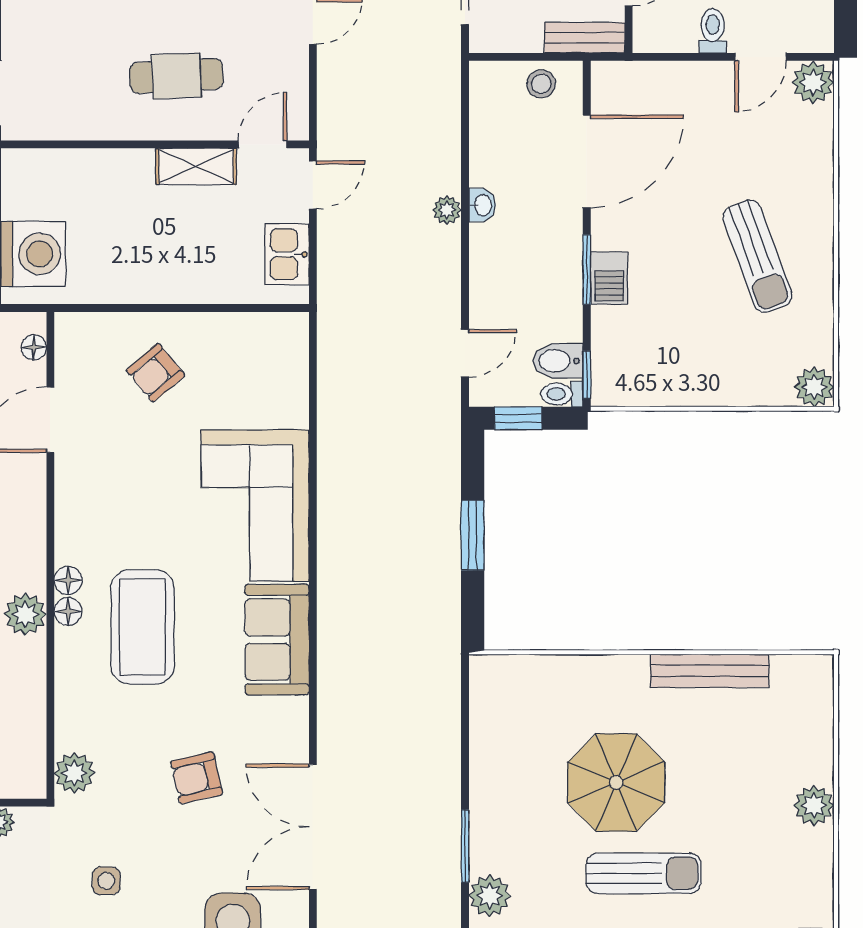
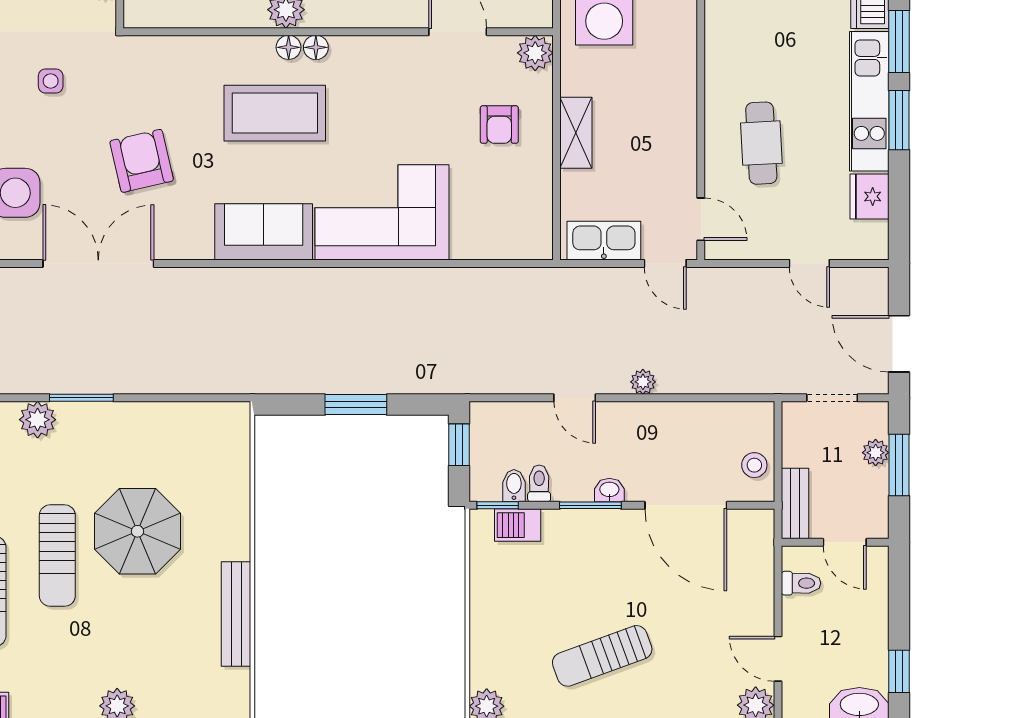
toilet: (713, 31) -> (801, 583), moved
shelving: (196, 166) -> (576, 133), moved
washbasin: (482, 205) -> (609, 490), moved, turned 180
kitchen sink: (287, 254) -> (604, 241), width x1.38
barbecue: (609, 278) -> (518, 525), moved
floor lamp: (34, 347) -> (522, 17), removed
door: (465, 353) -> (575, 398), moved
bidet: (558, 361) -> (514, 486), width x0.72, depth x0.74
armchair: (155, 373) -> (499, 125), turned -140
toilet: (562, 394) -> (539, 483), moved
plant: (74, 773) -> (535, 53), moved
armchair: (197, 778) -> (142, 161), width x1.38, depth x1.38

